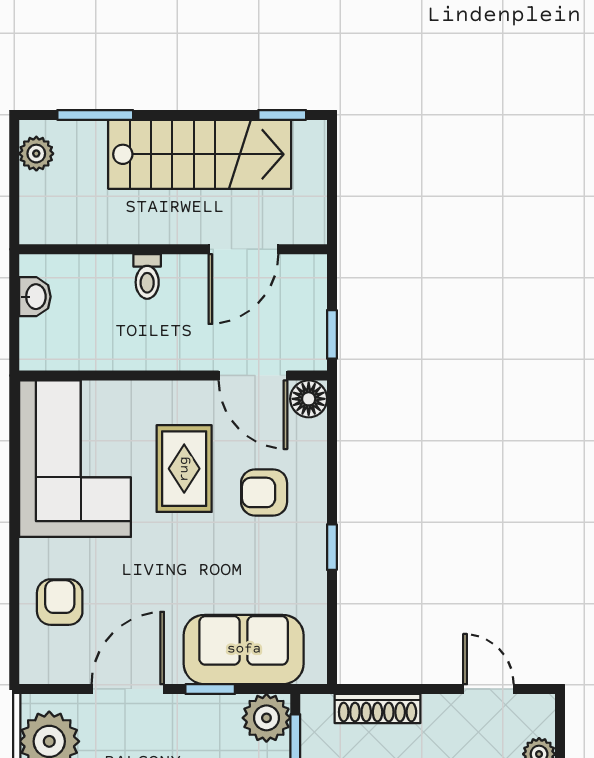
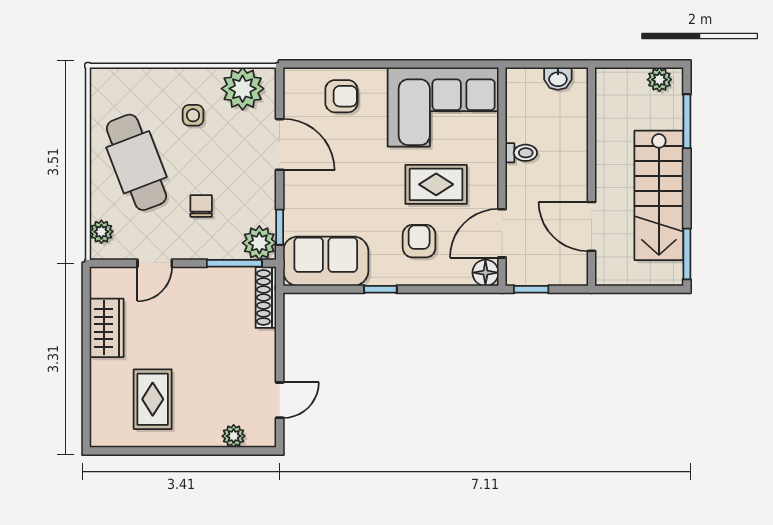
window: (282, 115) -> (687, 254), width x1.50
toilet: (147, 276) -> (521, 153), moved, turned 180
sofa: (244, 649) -> (326, 261), moved, turned -90
window: (210, 689) -> (280, 227), moved
shoe rack: (378, 709) -> (266, 297), moved

